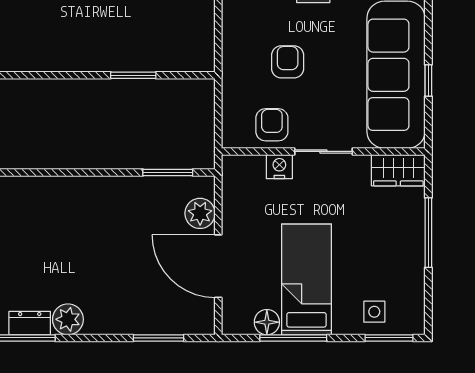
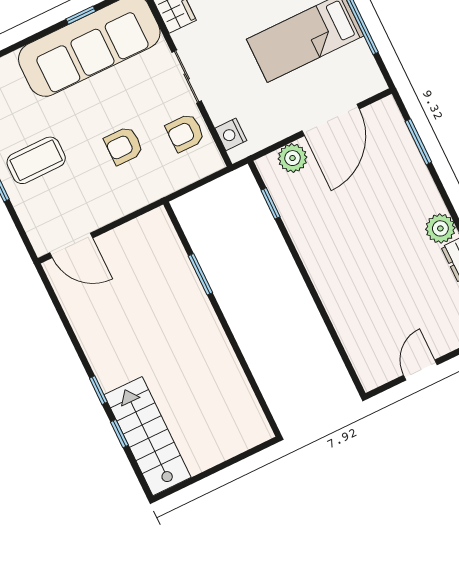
nightstand: (279, 167) -> (231, 134), moved
window: (168, 172) -> (270, 203), width x0.67
floor lamp: (267, 322) -> (359, 54), removed

